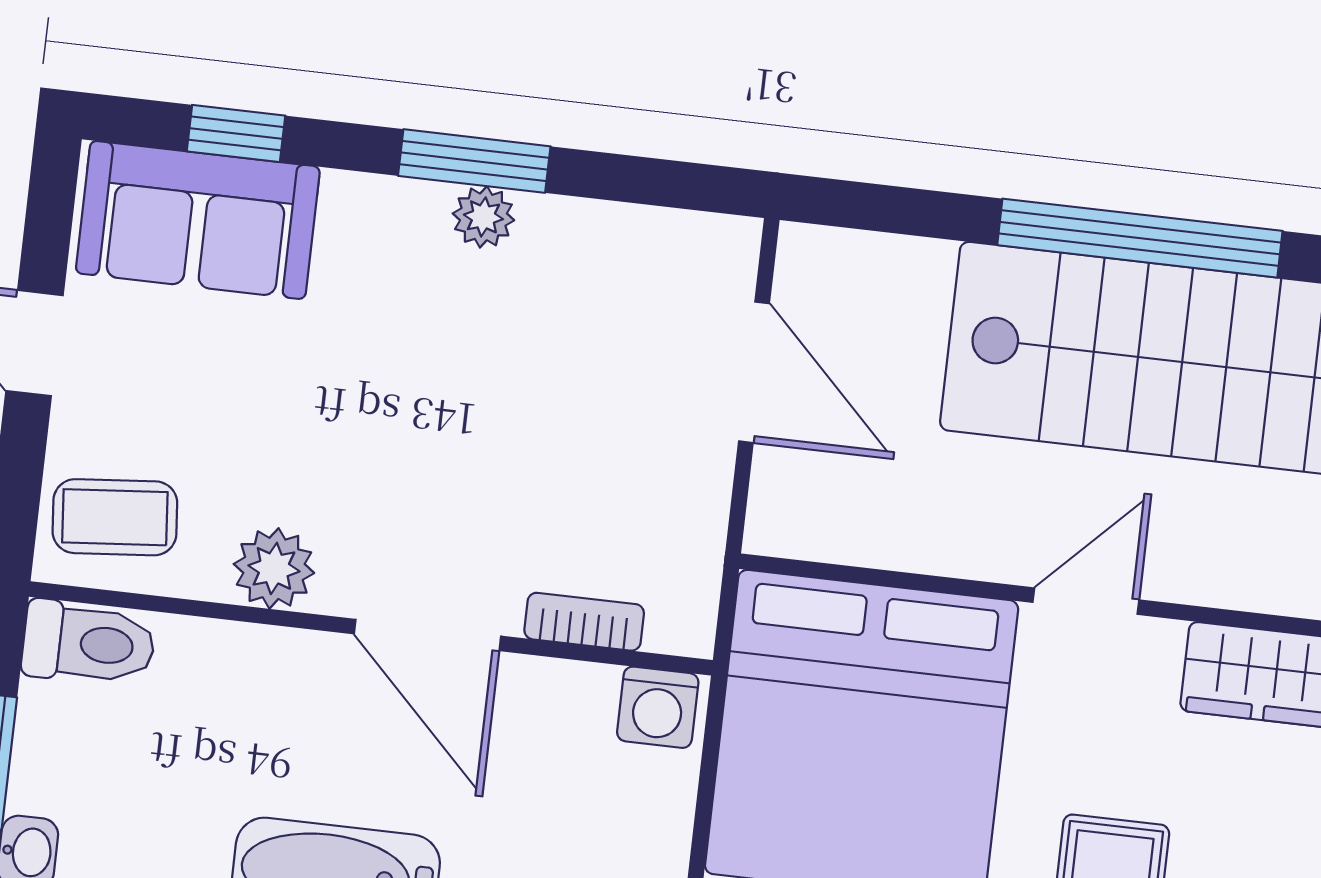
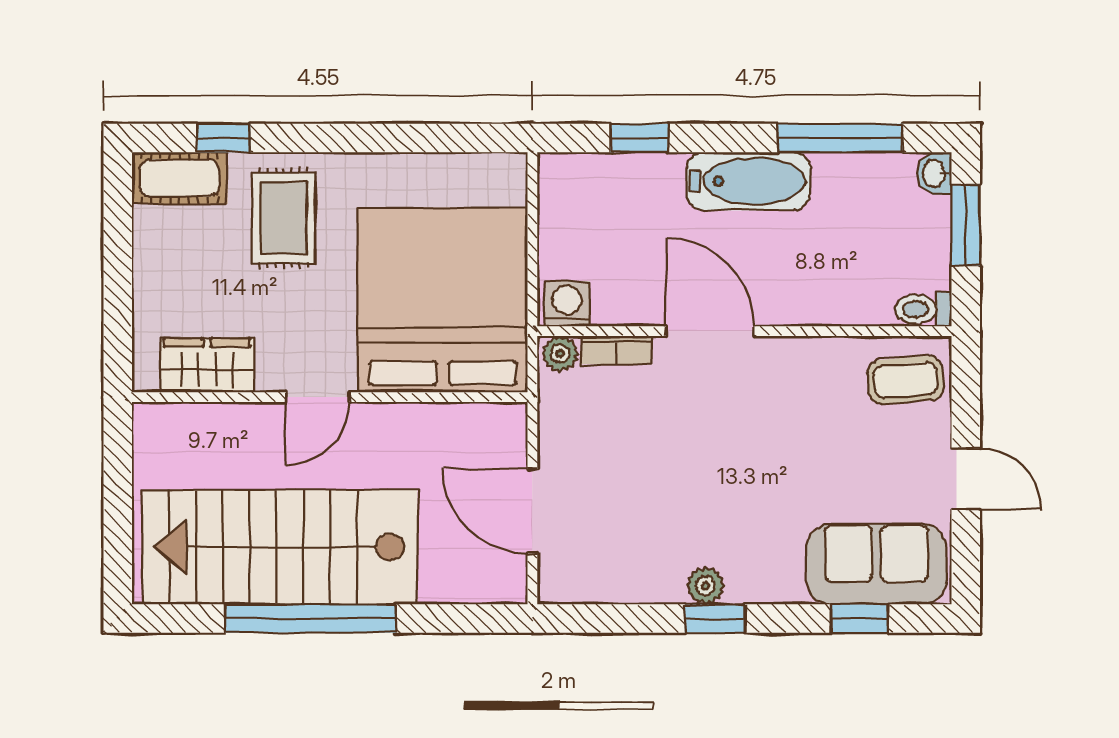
window: (474, 161) -> (715, 619), width x0.67
plant: (274, 568) -> (560, 354), moved, width x0.73, depth x0.73
toilet: (89, 643) -> (923, 309), width x0.73, depth x0.72

